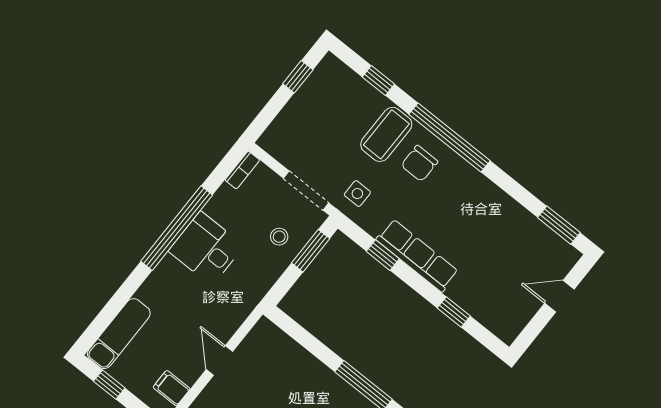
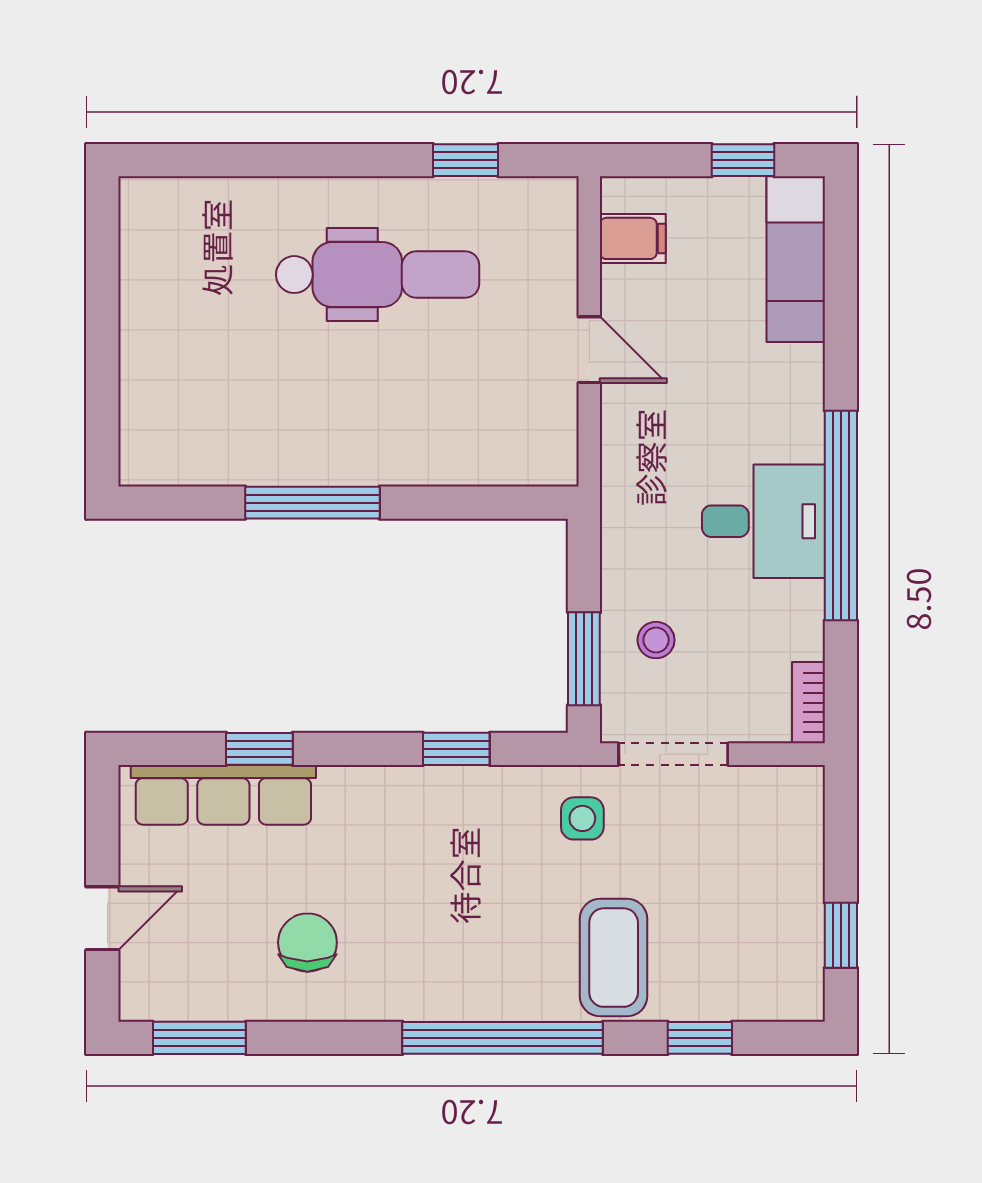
chair: (419, 163) -> (307, 943), moved
row of seats: (417, 256) -> (223, 795), moved

